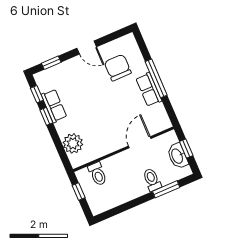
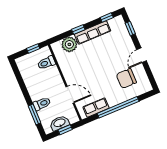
chair: (118, 68) -> (126, 78), turned 180
window: (156, 78) -> (118, 107), width x1.46
row of seats: (149, 90) -> (96, 108), moved
row of seats: (54, 106) -> (93, 33), width x1.48
window: (46, 116) -> (78, 29), moved

